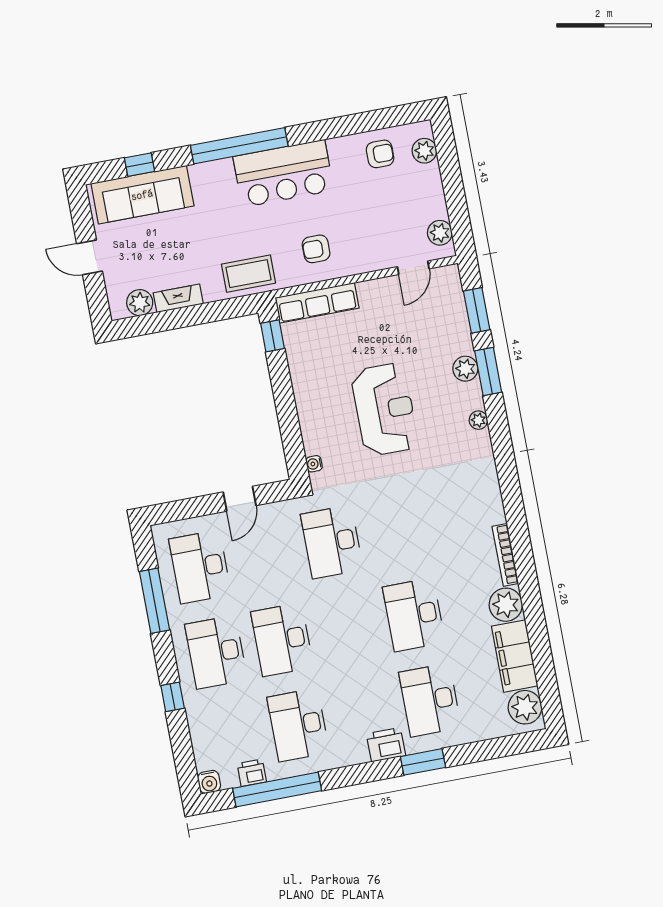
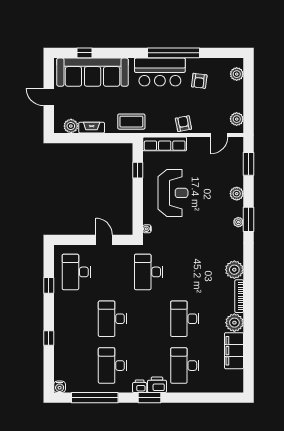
window: (239, 146) -> (174, 53), moved
armchair: (380, 154) -> (199, 81), moved, turned 97
sofa: (142, 195) -> (93, 72), width x1.36, depth x1.27
armchair: (316, 249) -> (183, 124), moved, turned 79
window: (272, 336) -> (138, 170), moved
window: (488, 371) -> (248, 219), moved
reception desk: (385, 409) -> (173, 193), moved
door: (240, 499) -> (104, 240), swing flipped
window: (154, 601) -> (49, 285), width x0.46
desk: (216, 652) -> (76, 319), removed
plant: (525, 707) -> (234, 270), moved
window: (423, 762) -> (149, 398), moved
printer: (252, 773) -> (140, 386), moved

